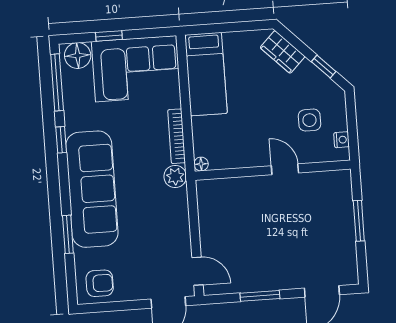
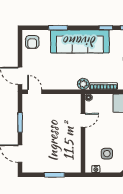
door: (285, 169) -> (83, 120), moved
door: (197, 271) -> (35, 92), swing flipped

